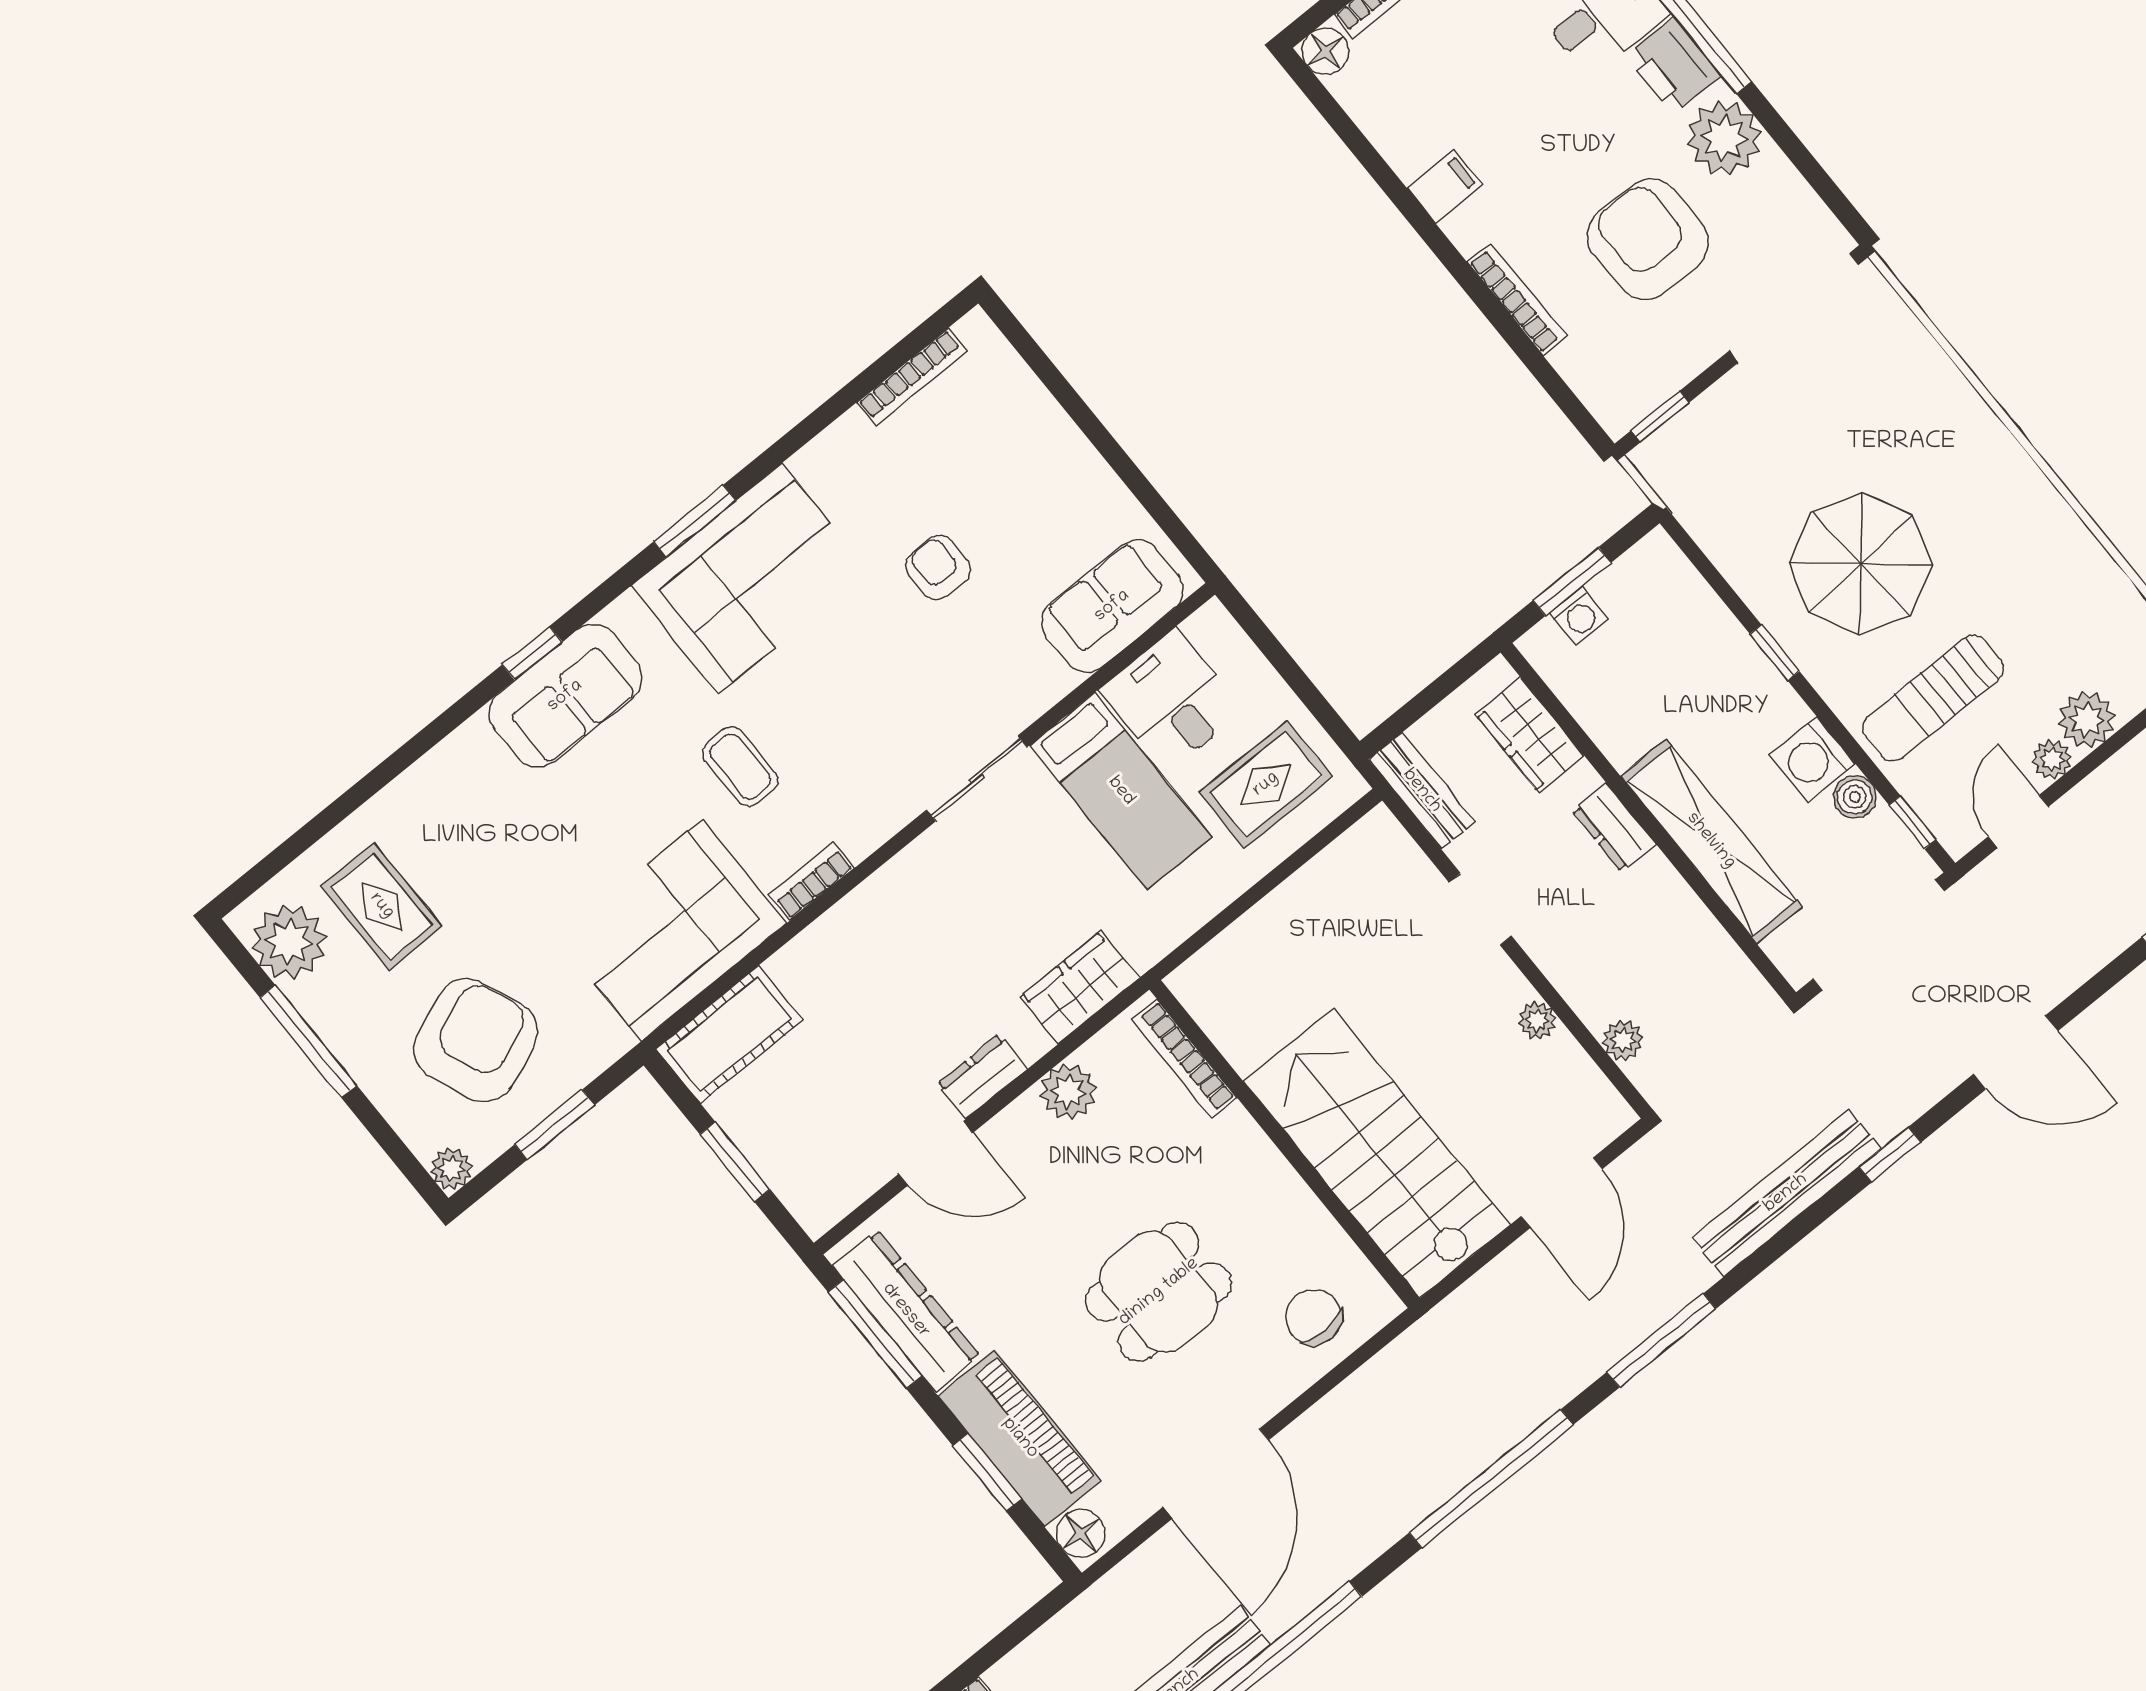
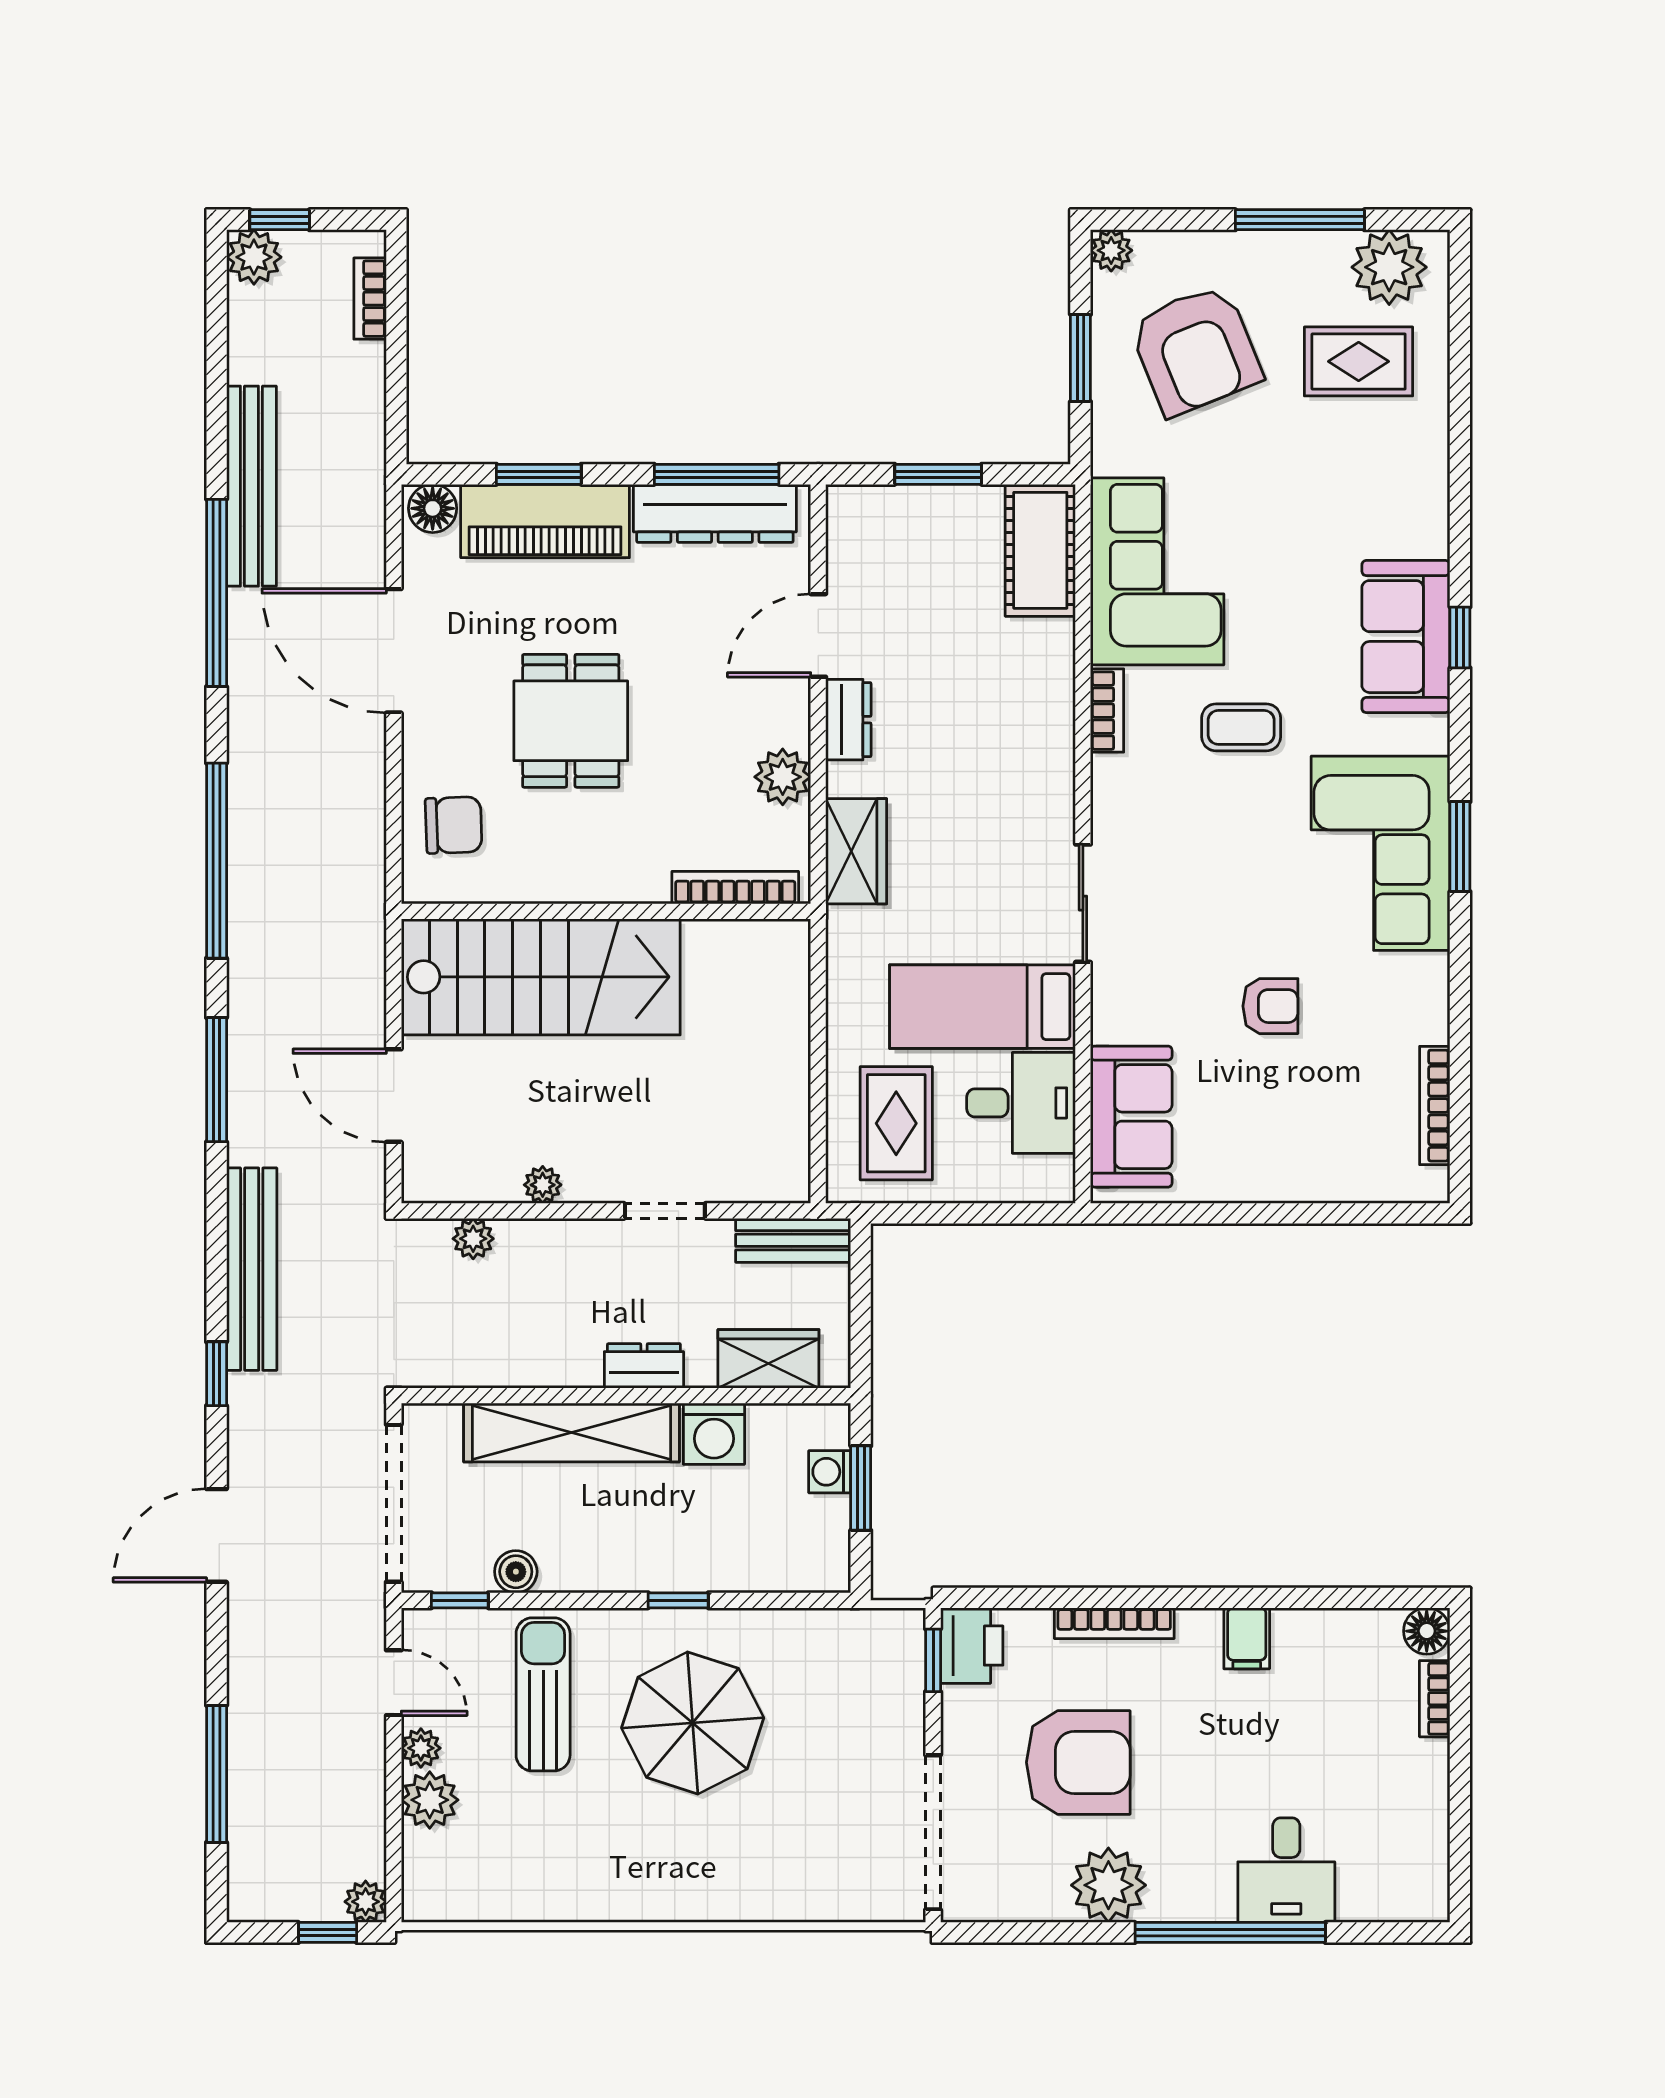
printer: (1673, 66) -> (972, 1646), moved, turned 90
washing machine: (1812, 759) -> (714, 1434), moved, turned 180

